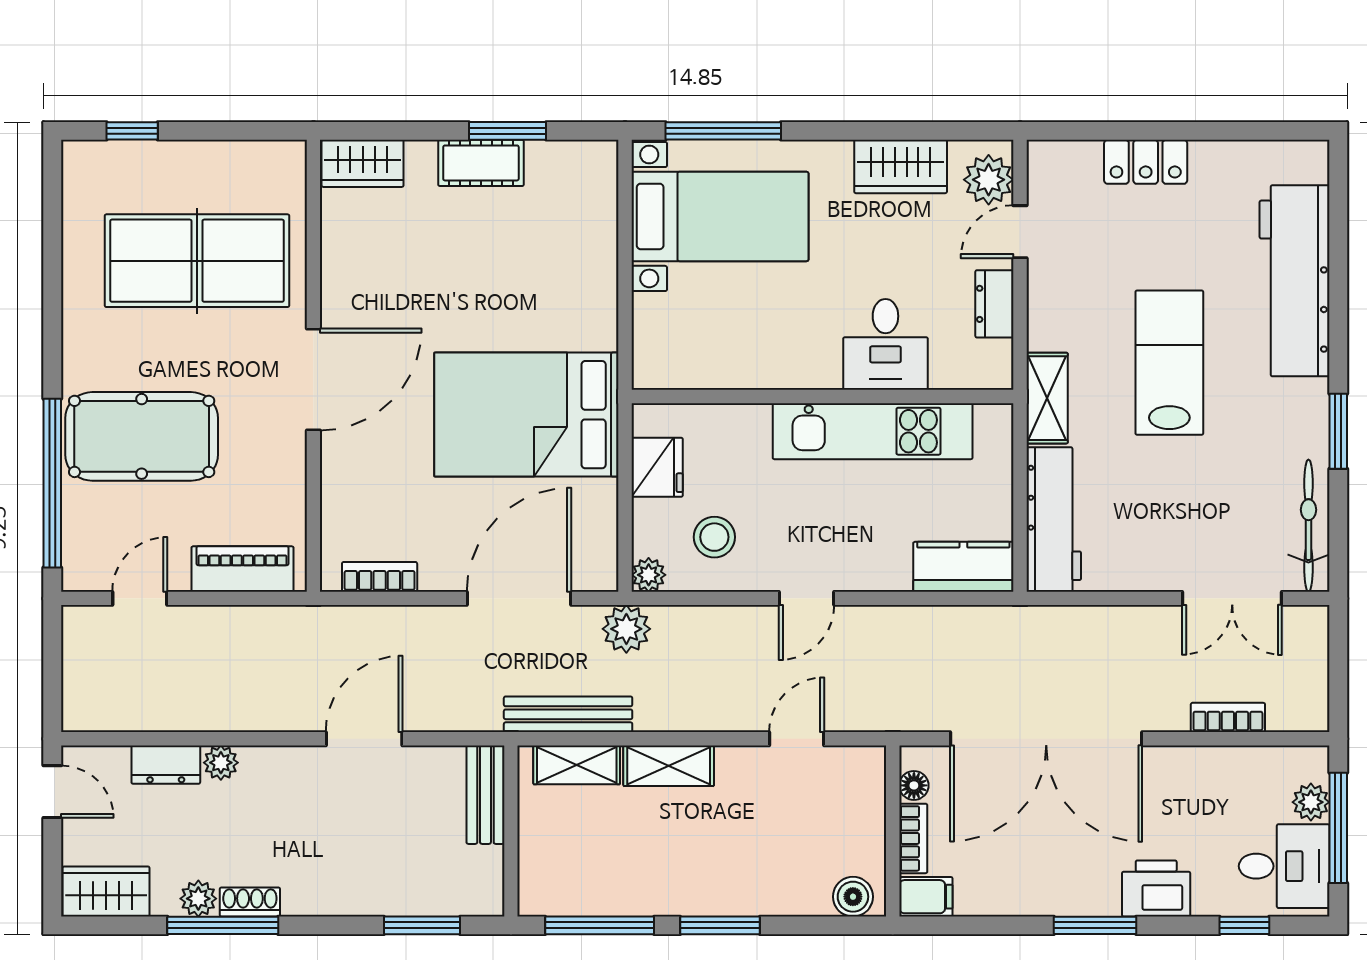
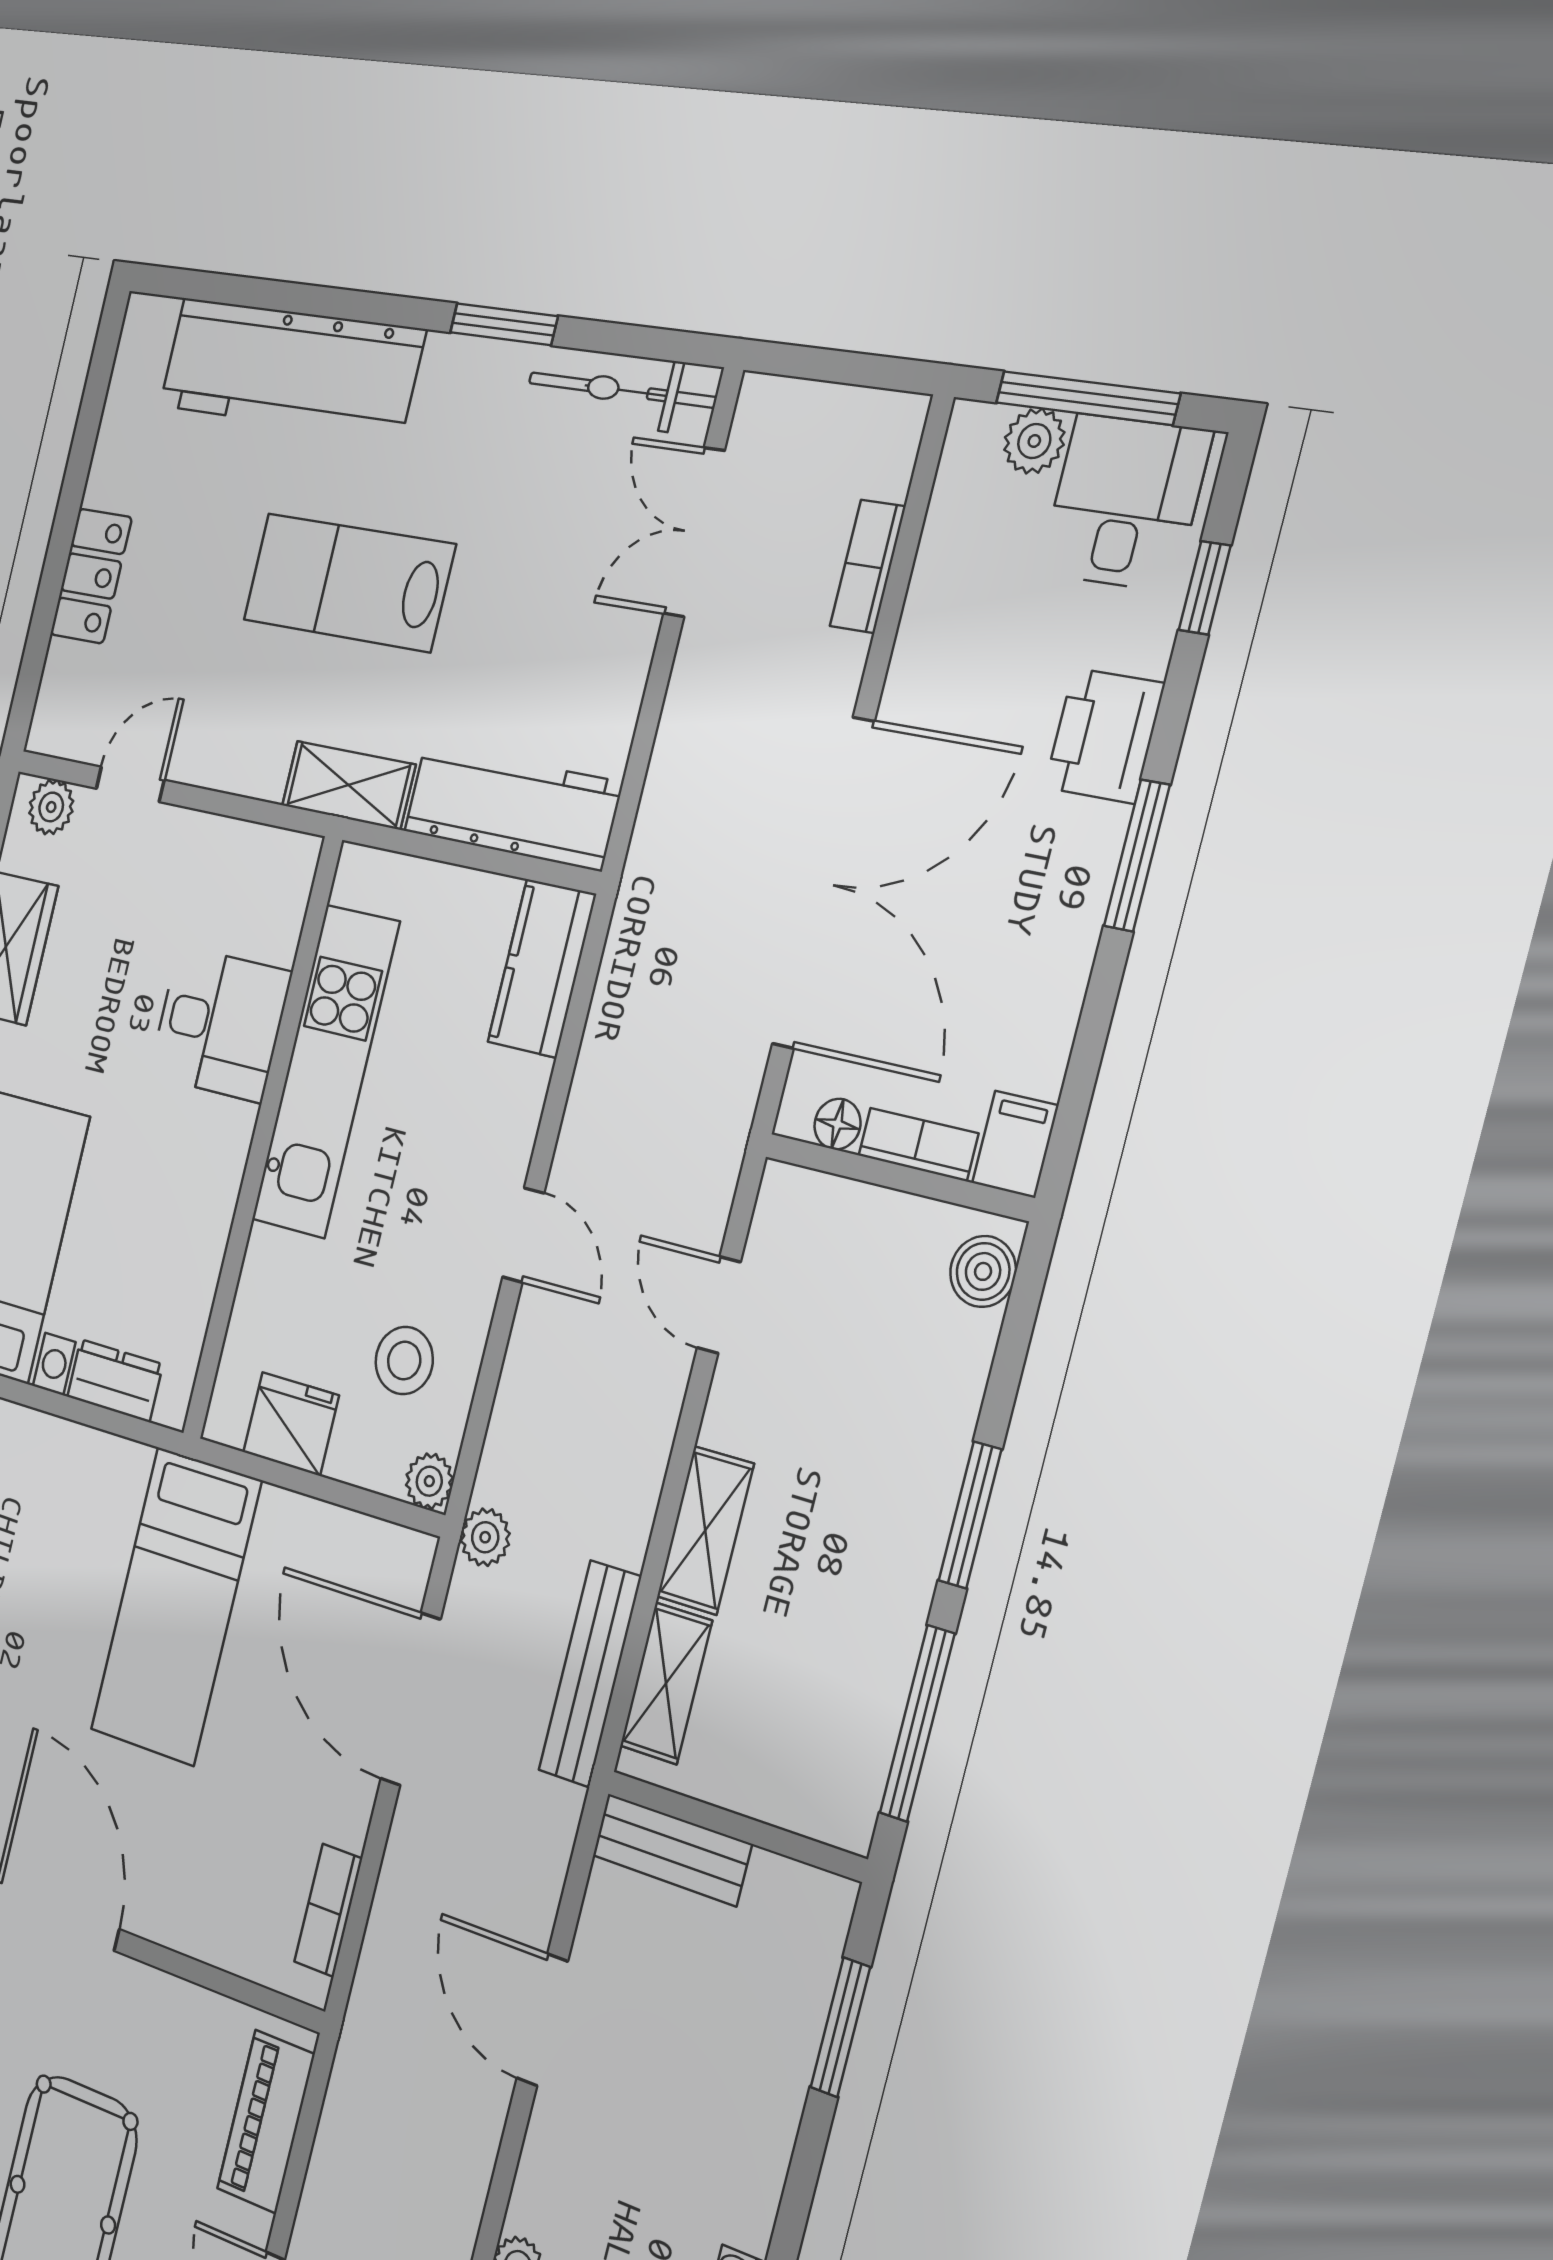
plant: (989, 180) -> (51, 807), width x0.73, depth x0.73
door: (1020, 232) -> (130, 784), swing flipped
dresser: (994, 304) -> (115, 1381), moved, turned 180
bed: (526, 415) -> (176, 1606), width x0.67
double door: (1232, 598) -> (694, 532), swing flipped
plant: (626, 629) -> (485, 1537), width x0.73, depth x0.73

